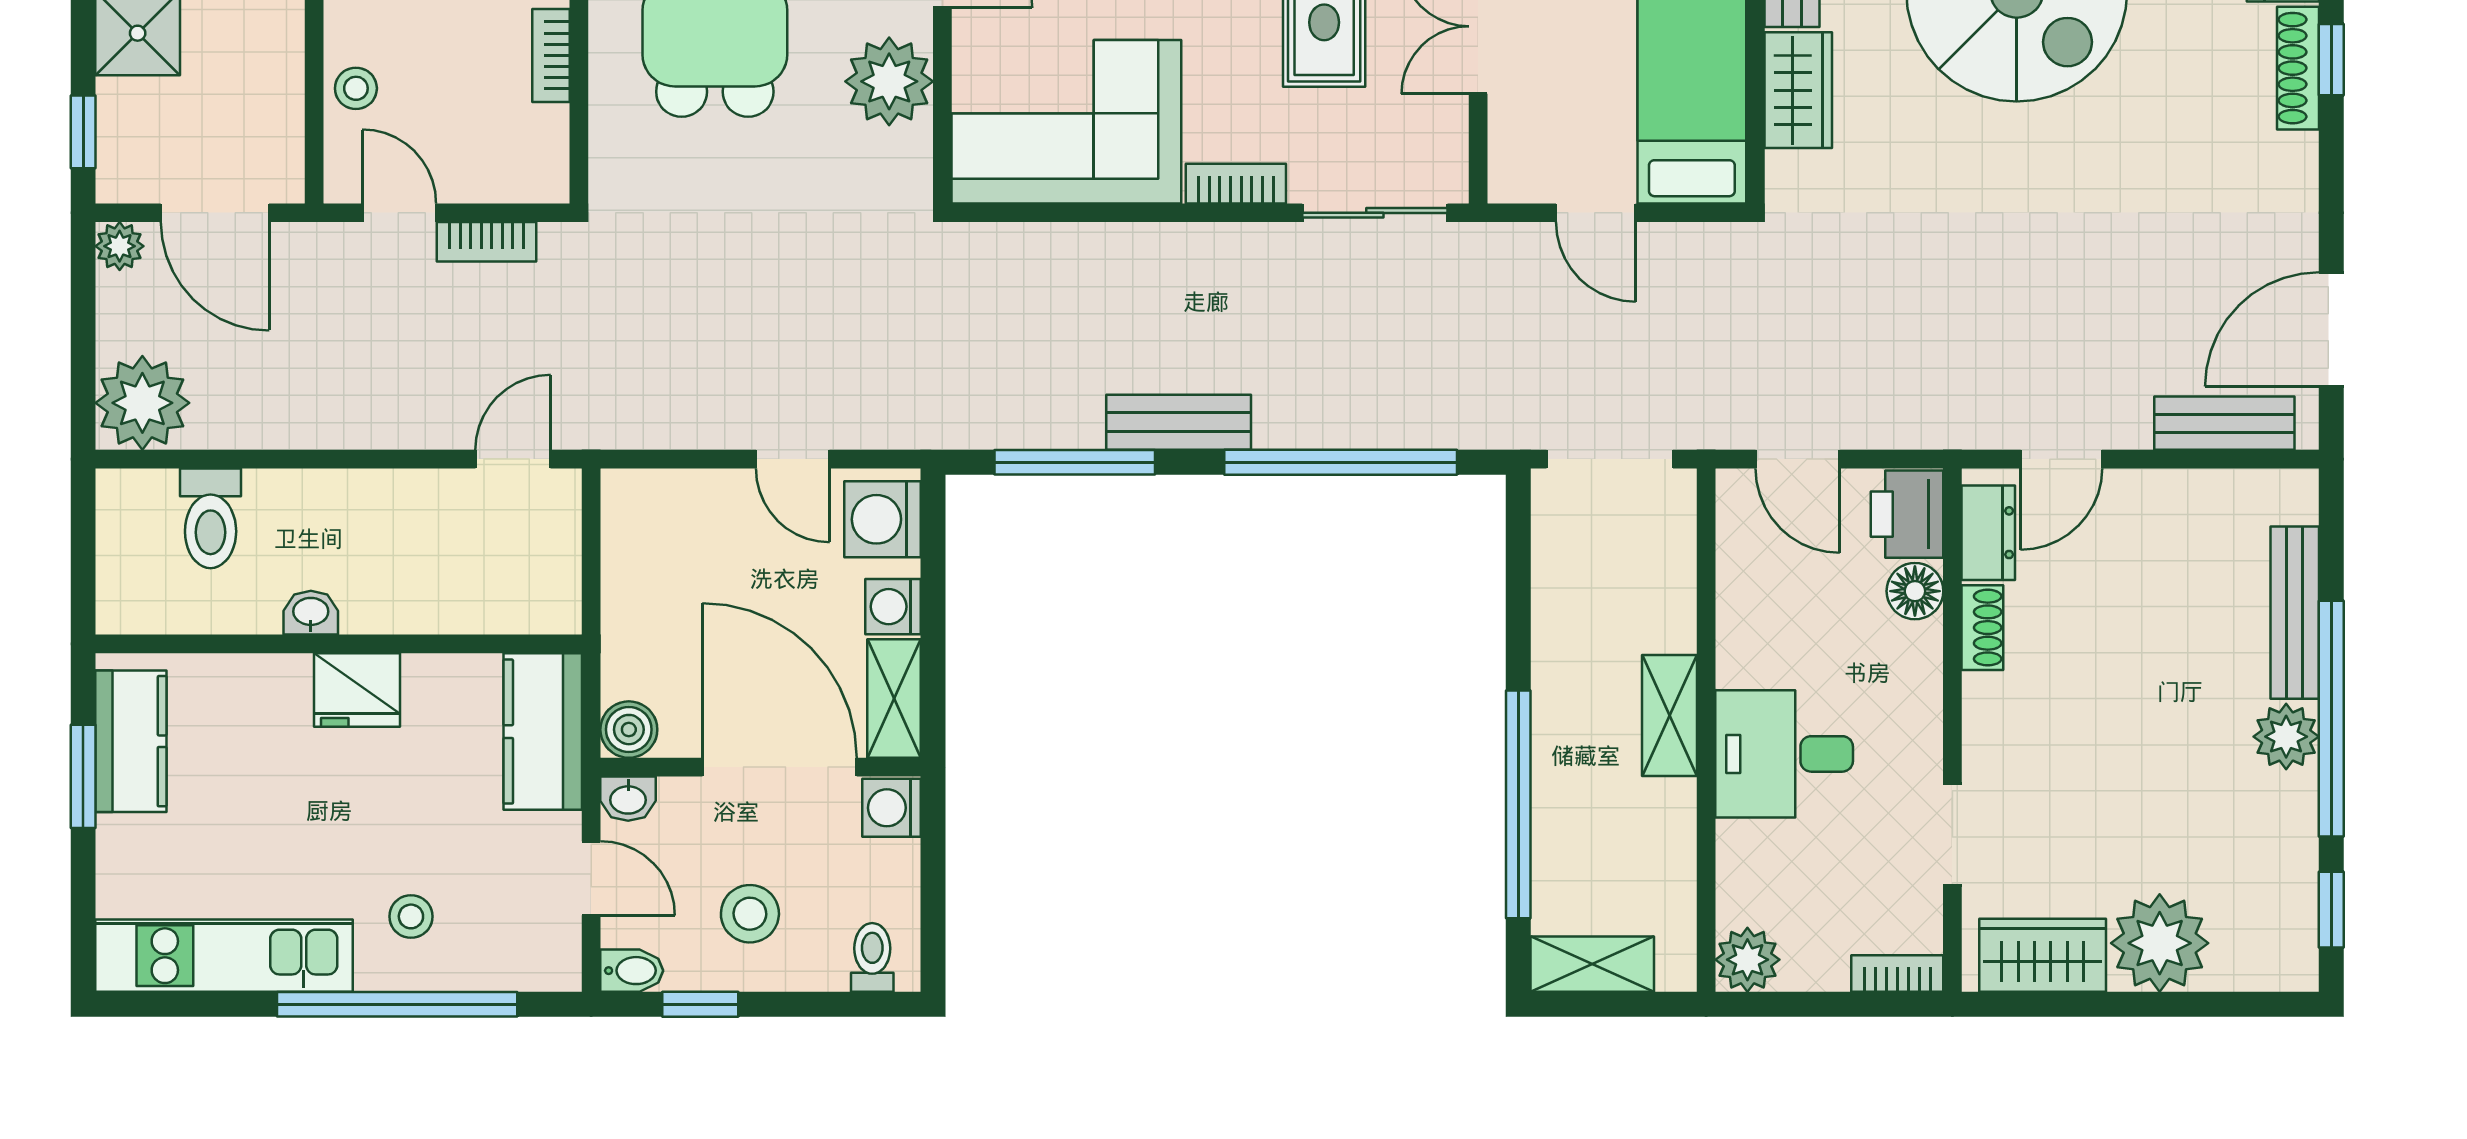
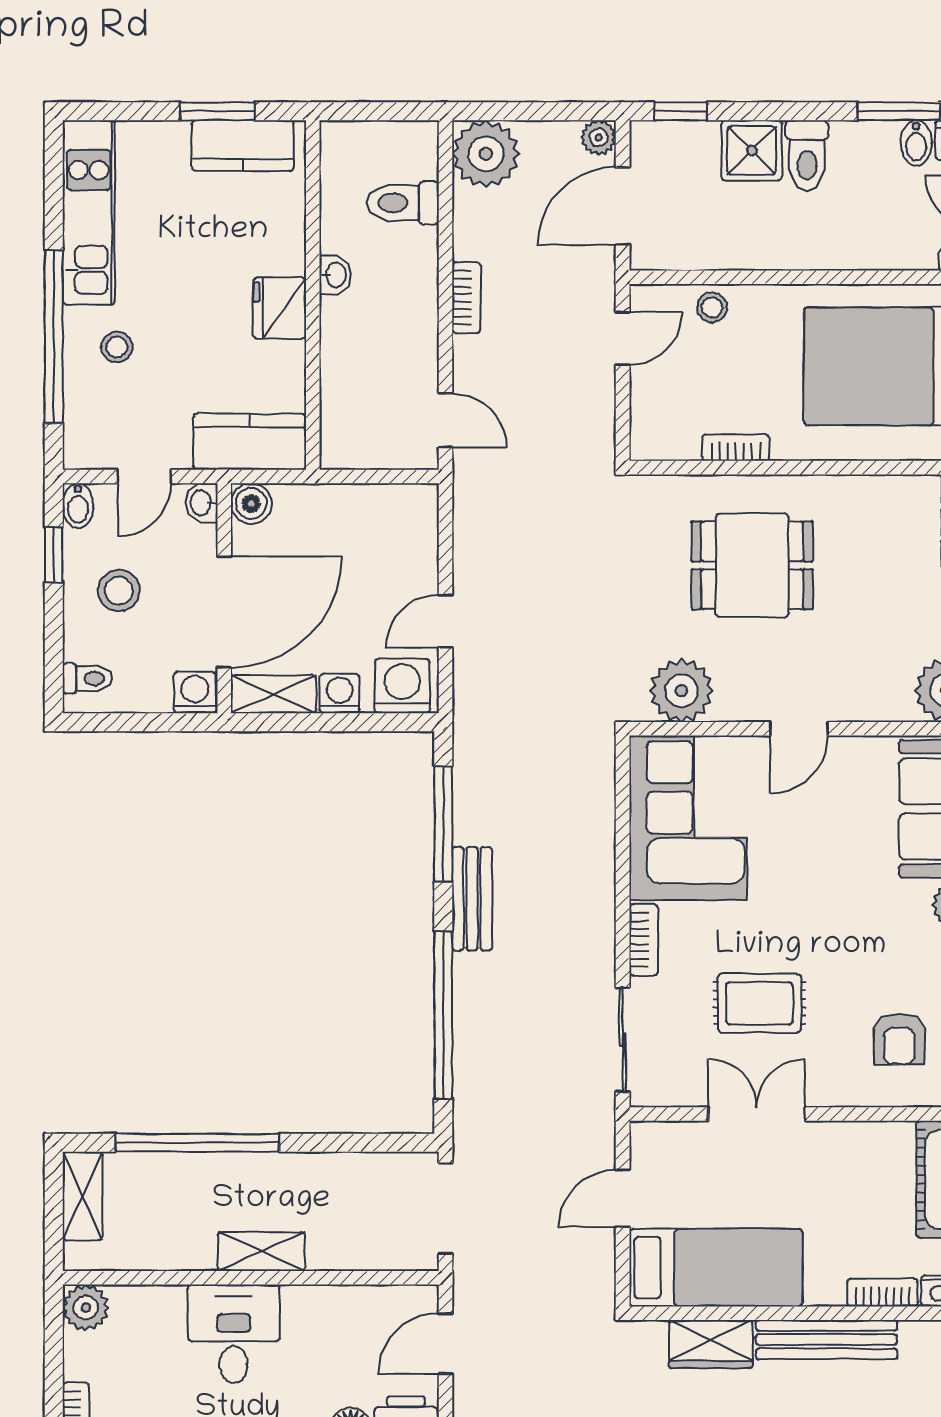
plant: (889, 81) -> (681, 691), moved
bookcase: (486, 242) -> (466, 298), moved, turned 180

